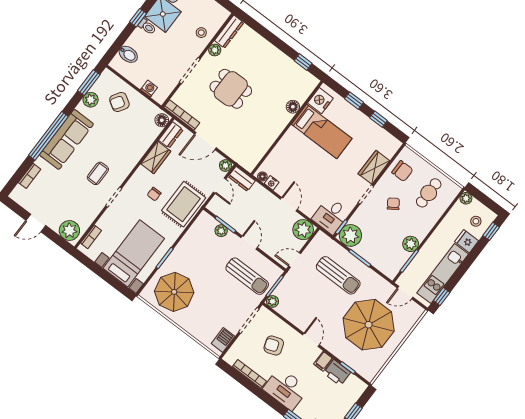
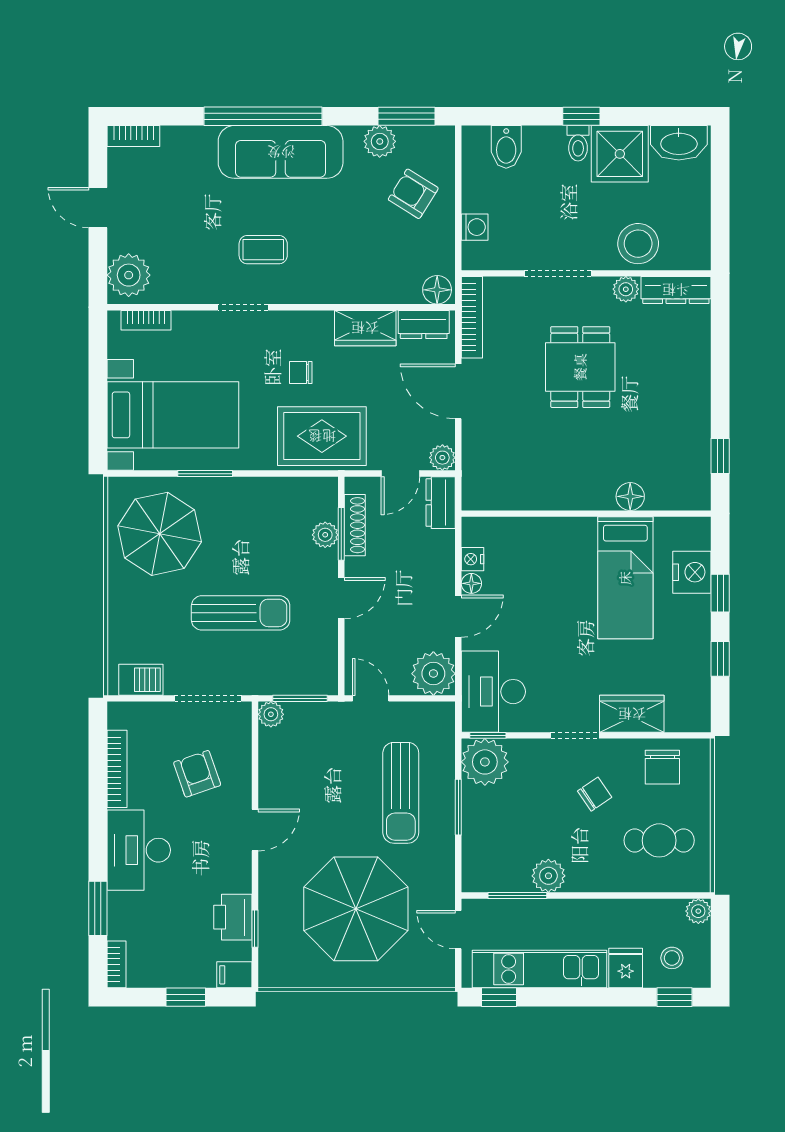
stool: (201, 33) -> (638, 244), width x1.89, depth x1.89
nightstand: (320, 101) -> (692, 572), moved, turned 90
bookcase: (30, 176) -> (133, 136), moved
floor lamp: (262, 176) -> (471, 583), moved
desk: (331, 216) -> (493, 692), width x1.37
shoe rack: (226, 217) -> (355, 525), added
sun lounger: (247, 276) -> (241, 613), moved, turned -90
filing cabinet: (323, 361) -> (234, 975), moved

